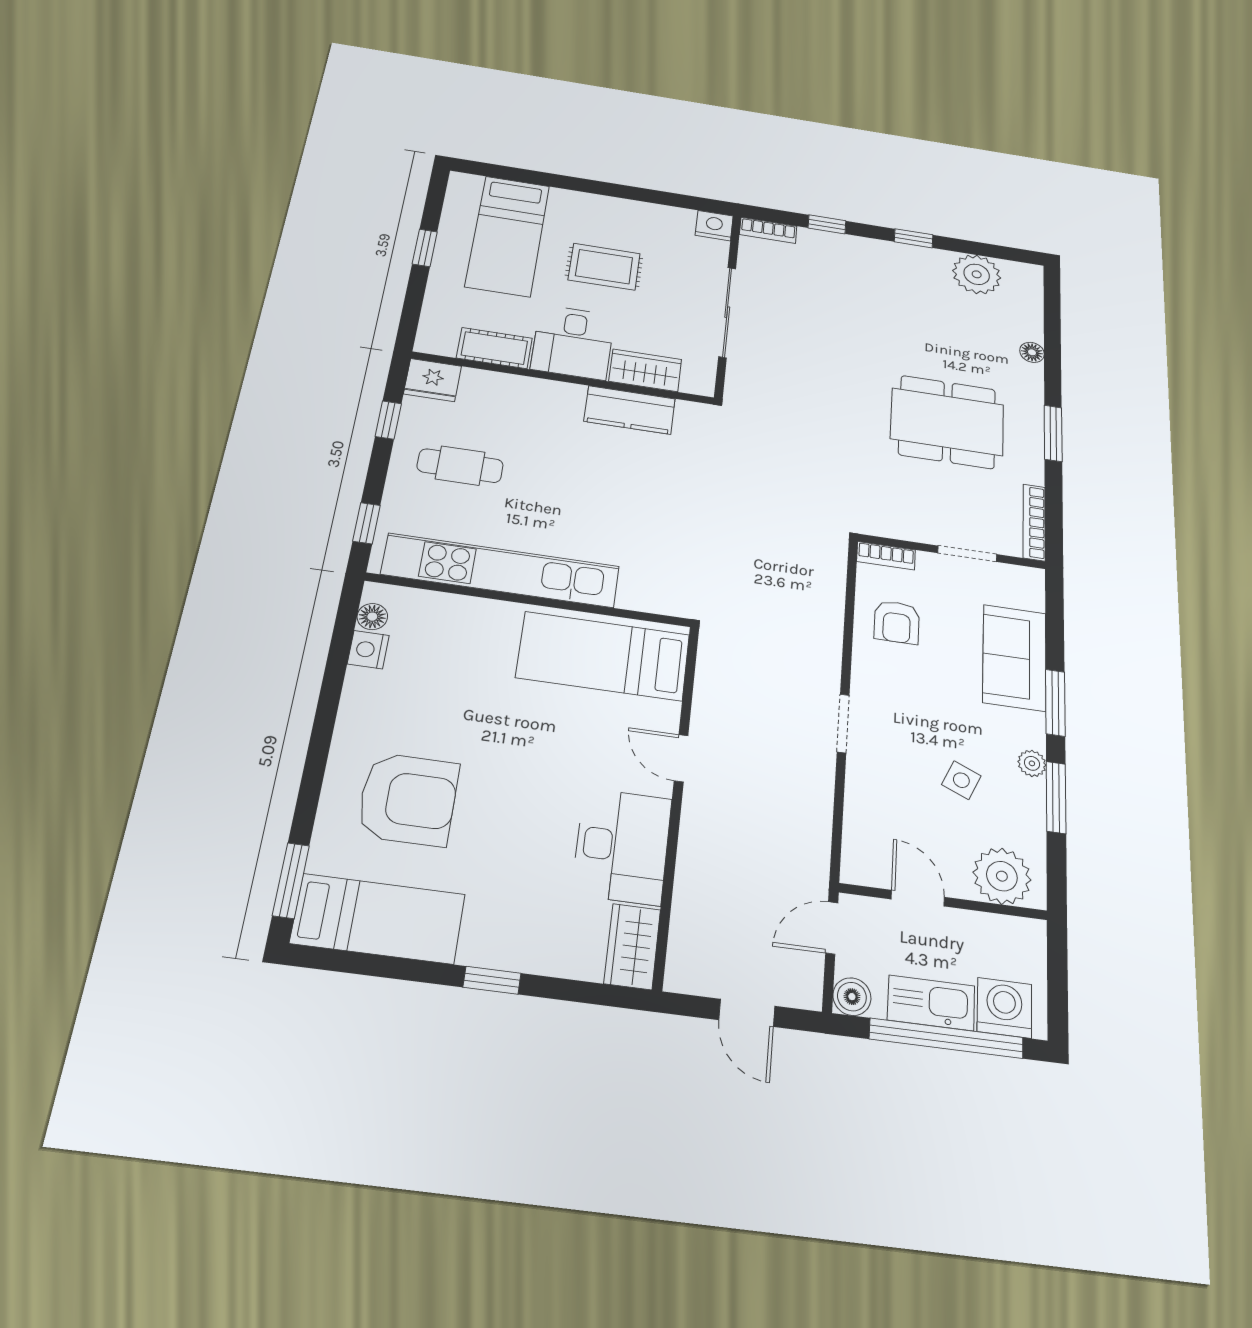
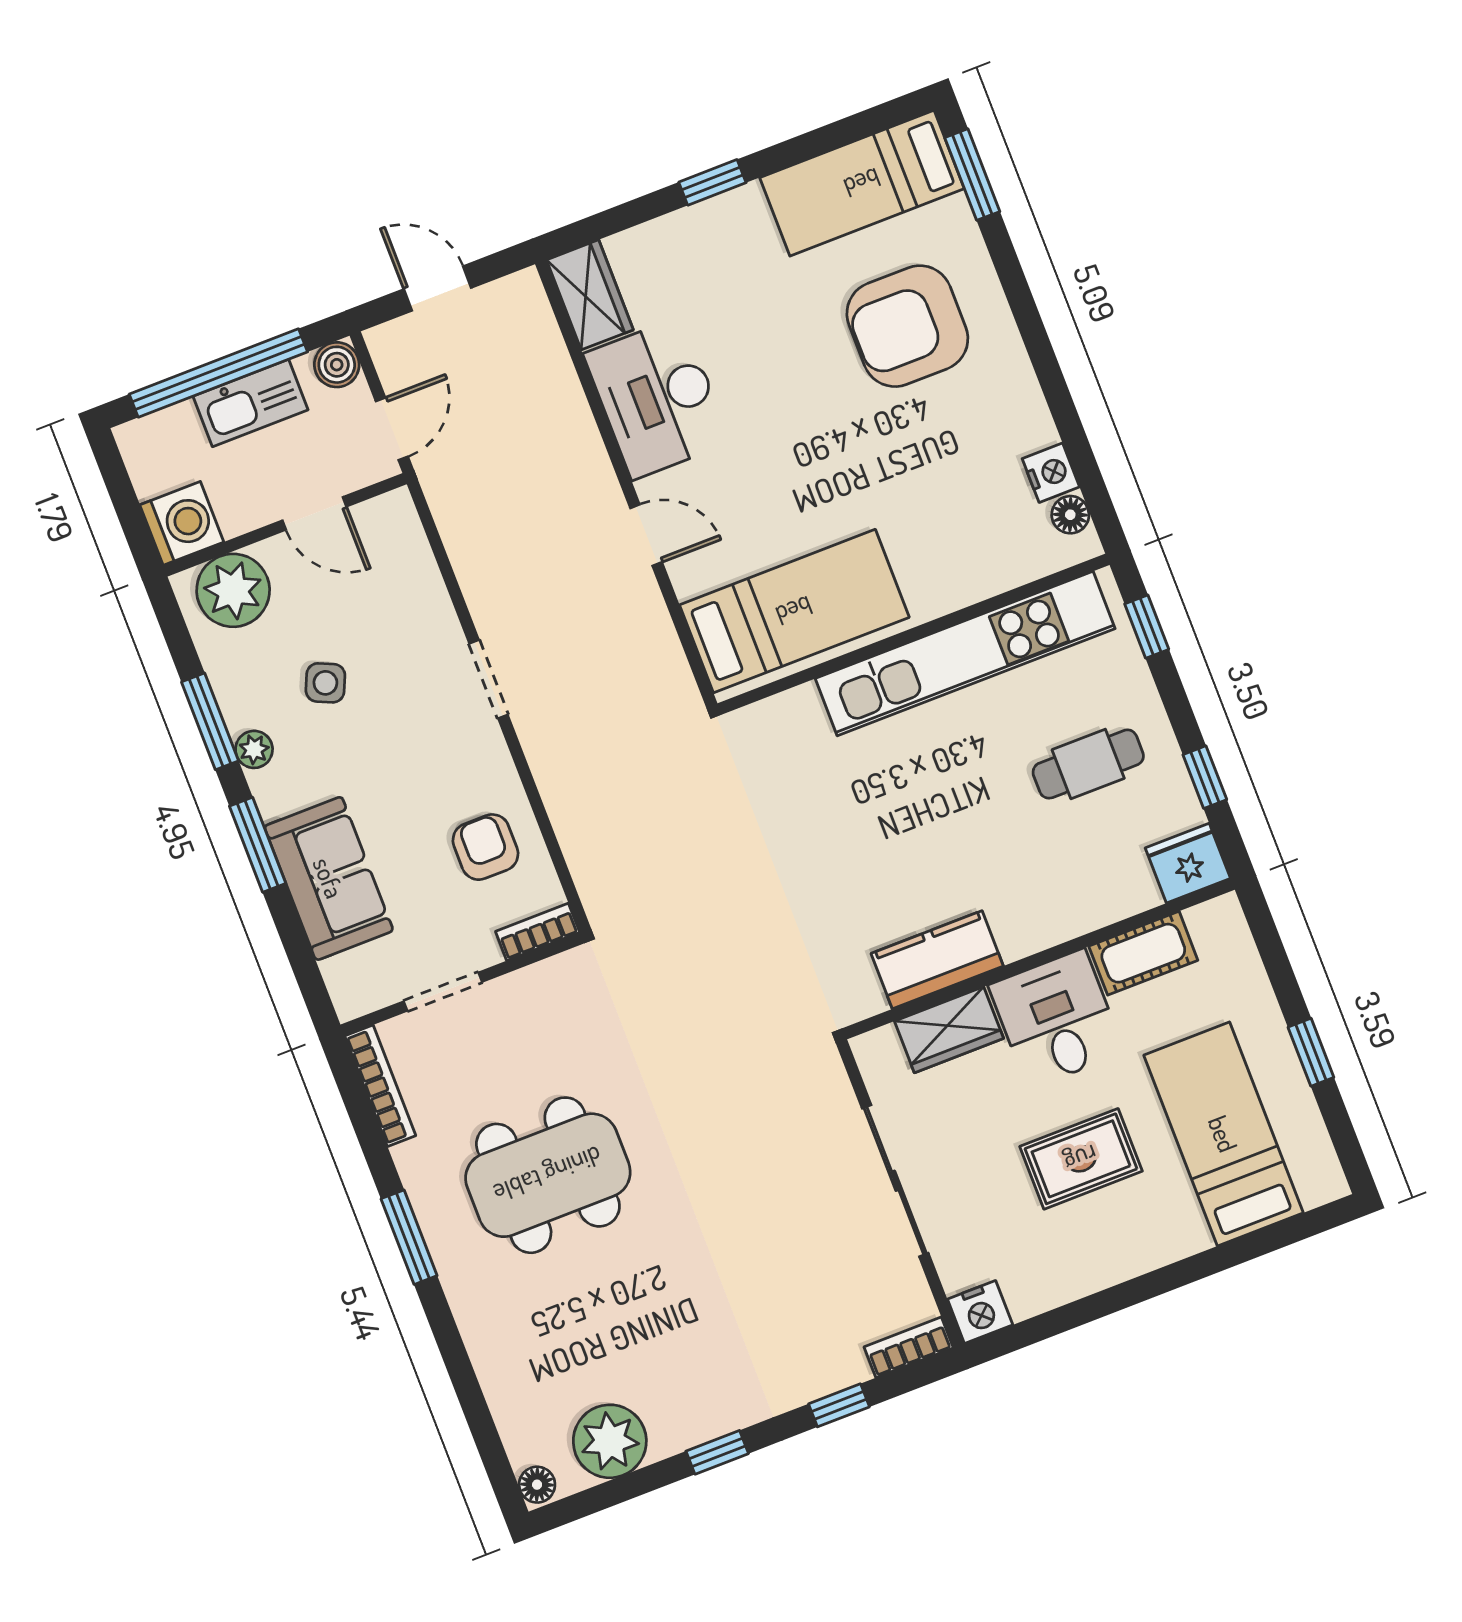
floor lamp: (1032, 352) -> (537, 1485), moved
washing machine: (1004, 1008) -> (182, 523), moved, turned -90

